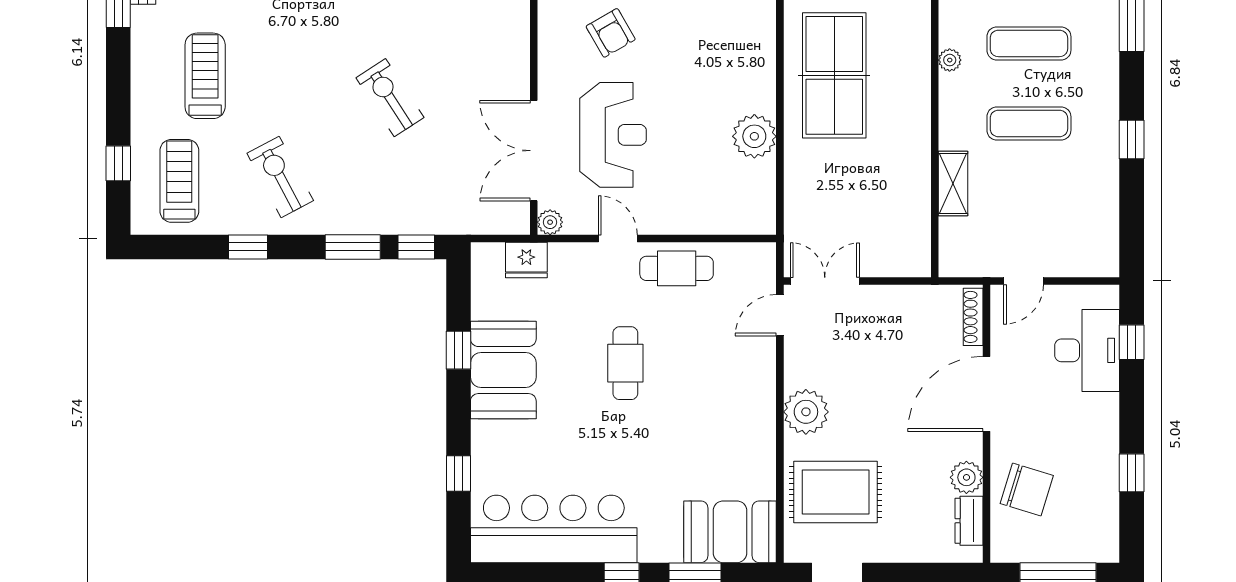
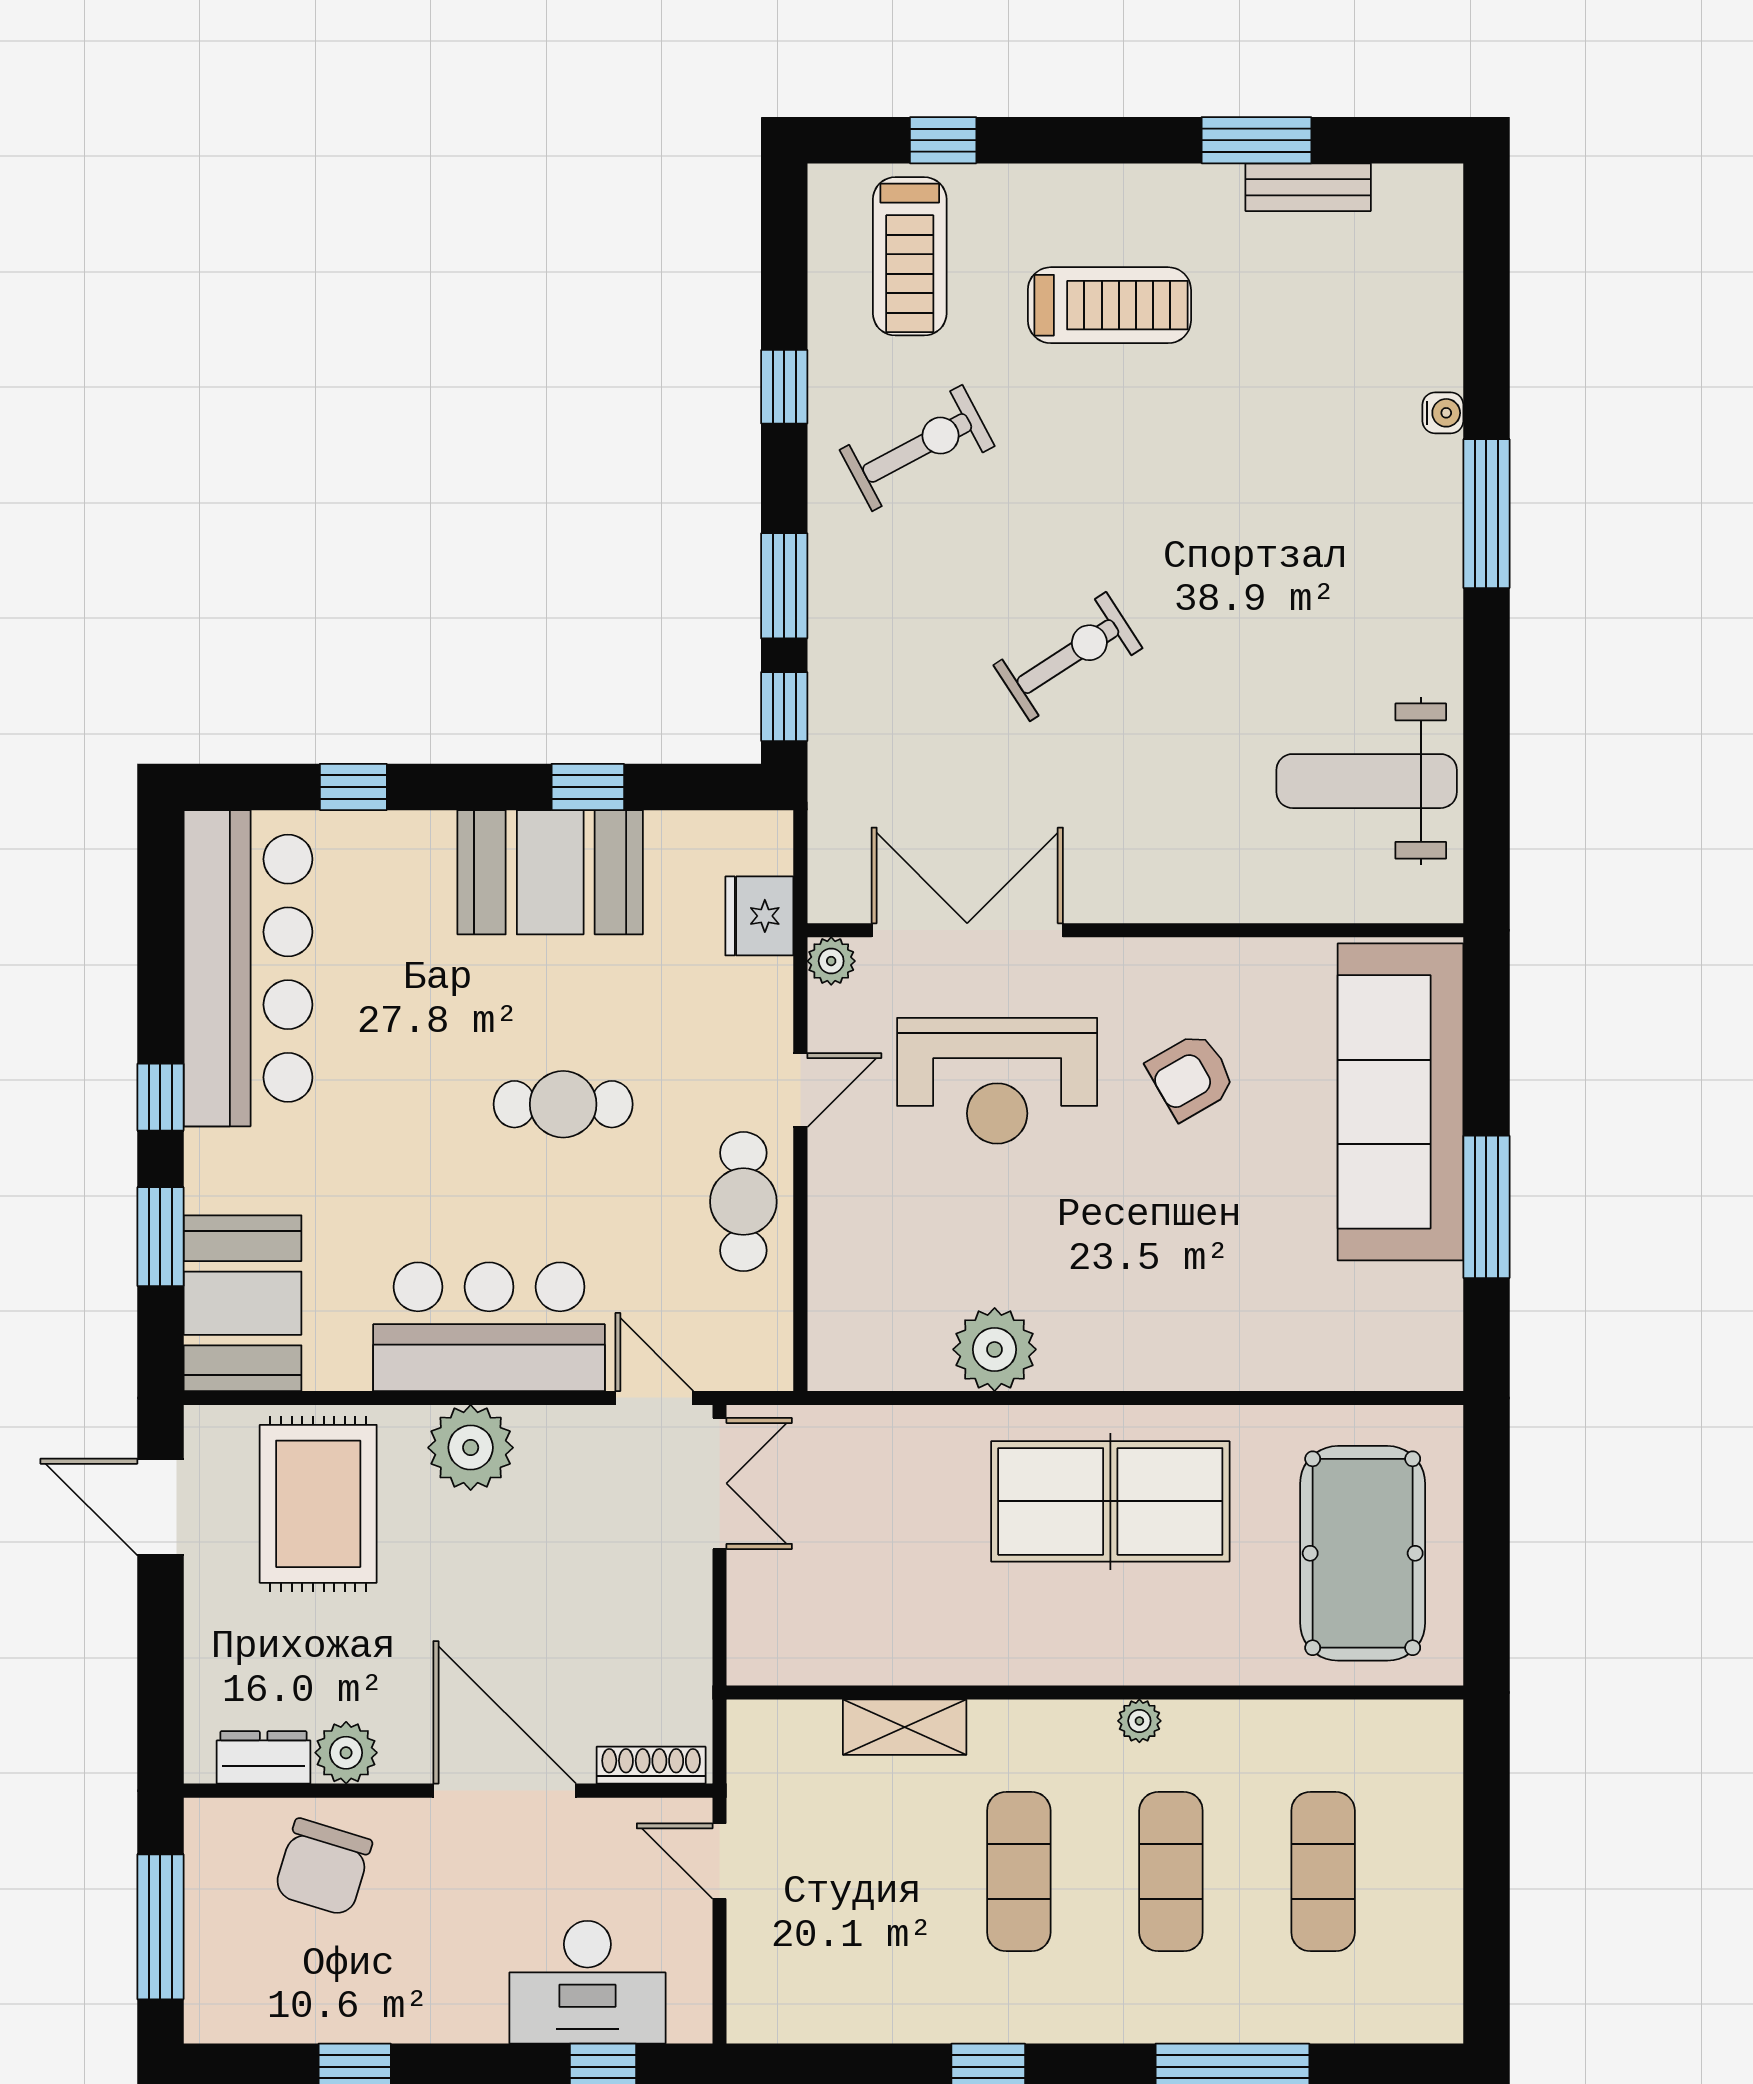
treadmill: (179, 181) -> (910, 256), turned 90
bar counter: (742, 402) -> (489, 1327), added

